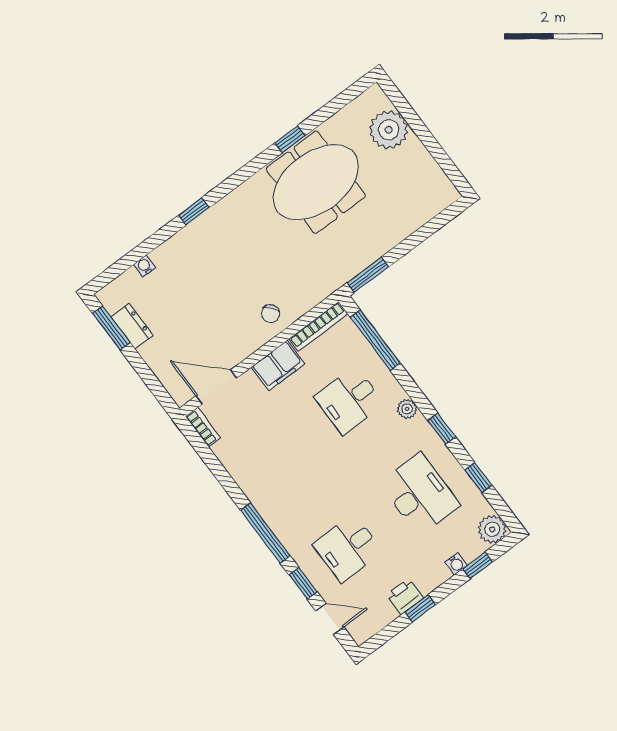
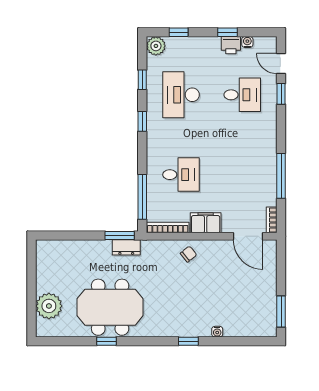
water cooler: (145, 266) -> (217, 332), moved
dresser: (132, 326) -> (126, 247), moved, turned -90
plant: (407, 409) -> (153, 146), removed
window: (265, 533) -> (281, 176), moved
water cooler: (456, 564) -> (247, 42), moved

